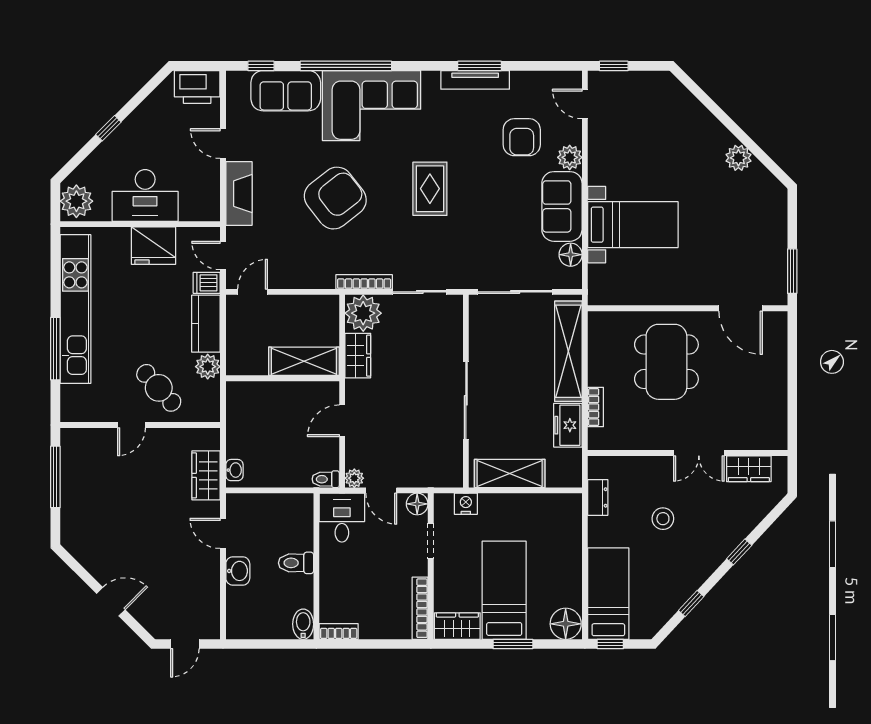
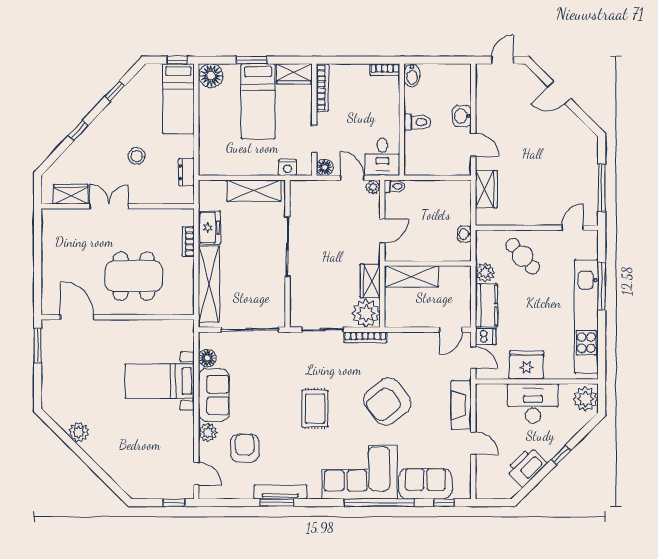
printer: (197, 87) -> (526, 467), moved, turned -45
dining table: (666, 362) -> (134, 276), turned 90
door: (132, 425) -> (573, 228), moved
washbasin: (234, 470) -> (465, 234), moved

